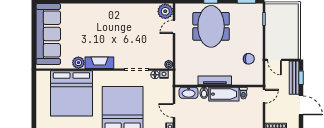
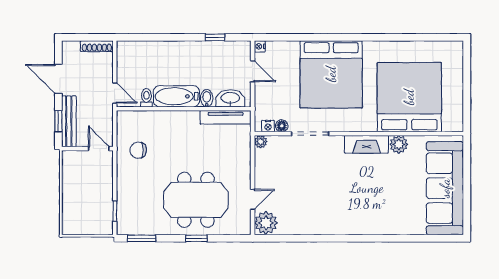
meeting table: (211, 26) -> (196, 200), turned 90
tv unit: (215, 80) -> (226, 117), moved
door: (264, 96) -> (115, 93), swing flipped

